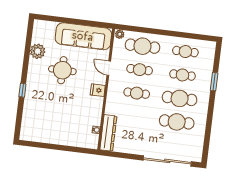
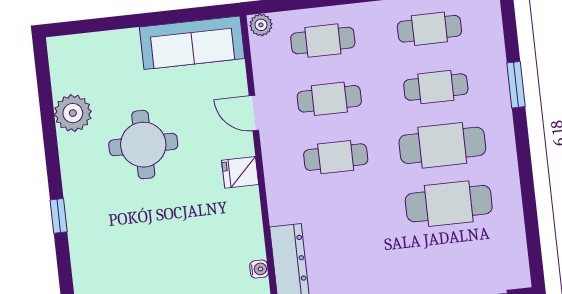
sofa: (83, 36) -> (192, 43), width x0.74, depth x0.79
cafe table: (143, 46) -> (323, 41), width x0.73, depth x0.74

